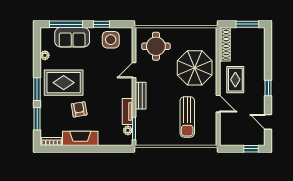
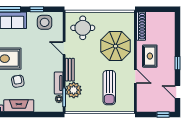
window: (247, 24) -> (160, 9), removed
door: (134, 70) -> (64, 48), hinge flipped
plant: (145, 120) -> (74, 90), added

